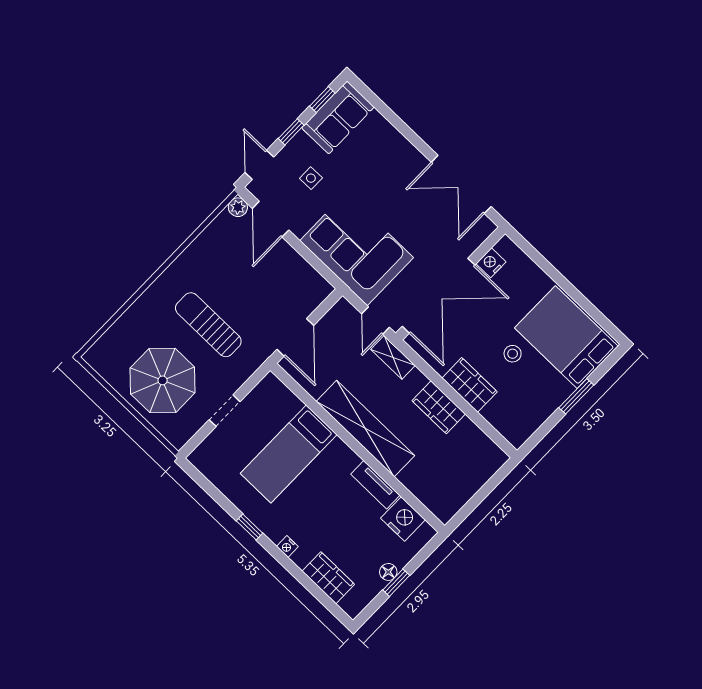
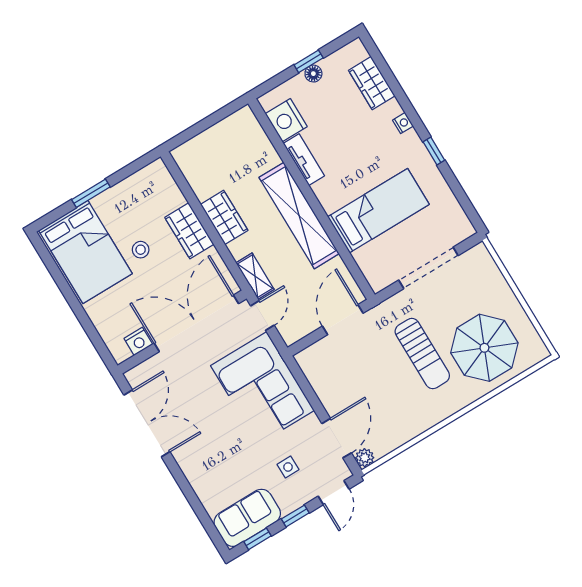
parasol: (163, 380) -> (484, 348), moved
doorway: (225, 411) -> (428, 268), width x1.87

